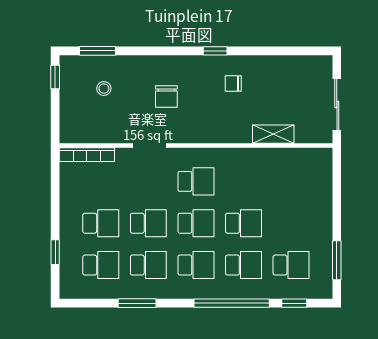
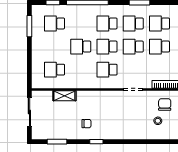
window: (97, 51) -> (57, 142), moved
chair: (166, 97) -> (165, 105), moved
school desk: (244, 265) -> (55, 70), moved

